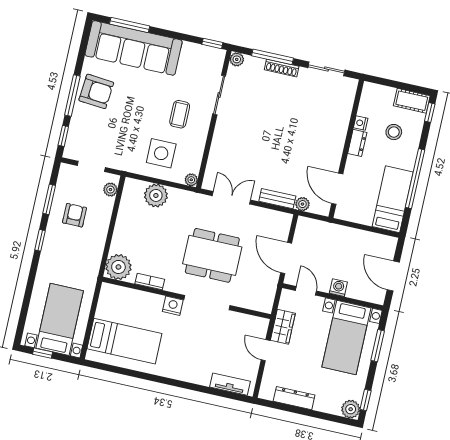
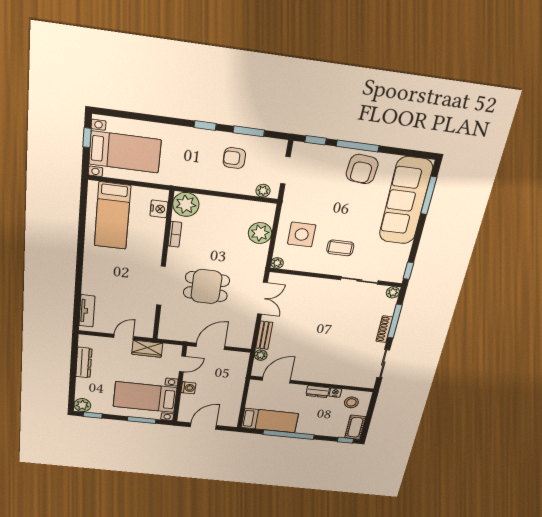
stool: (394, 132) -> (351, 402), moved
armchair: (74, 215) -> (234, 158), turned 180
dining table: (212, 255) -> (206, 287), width x0.73
nightstand: (173, 306) -> (159, 209), moved

